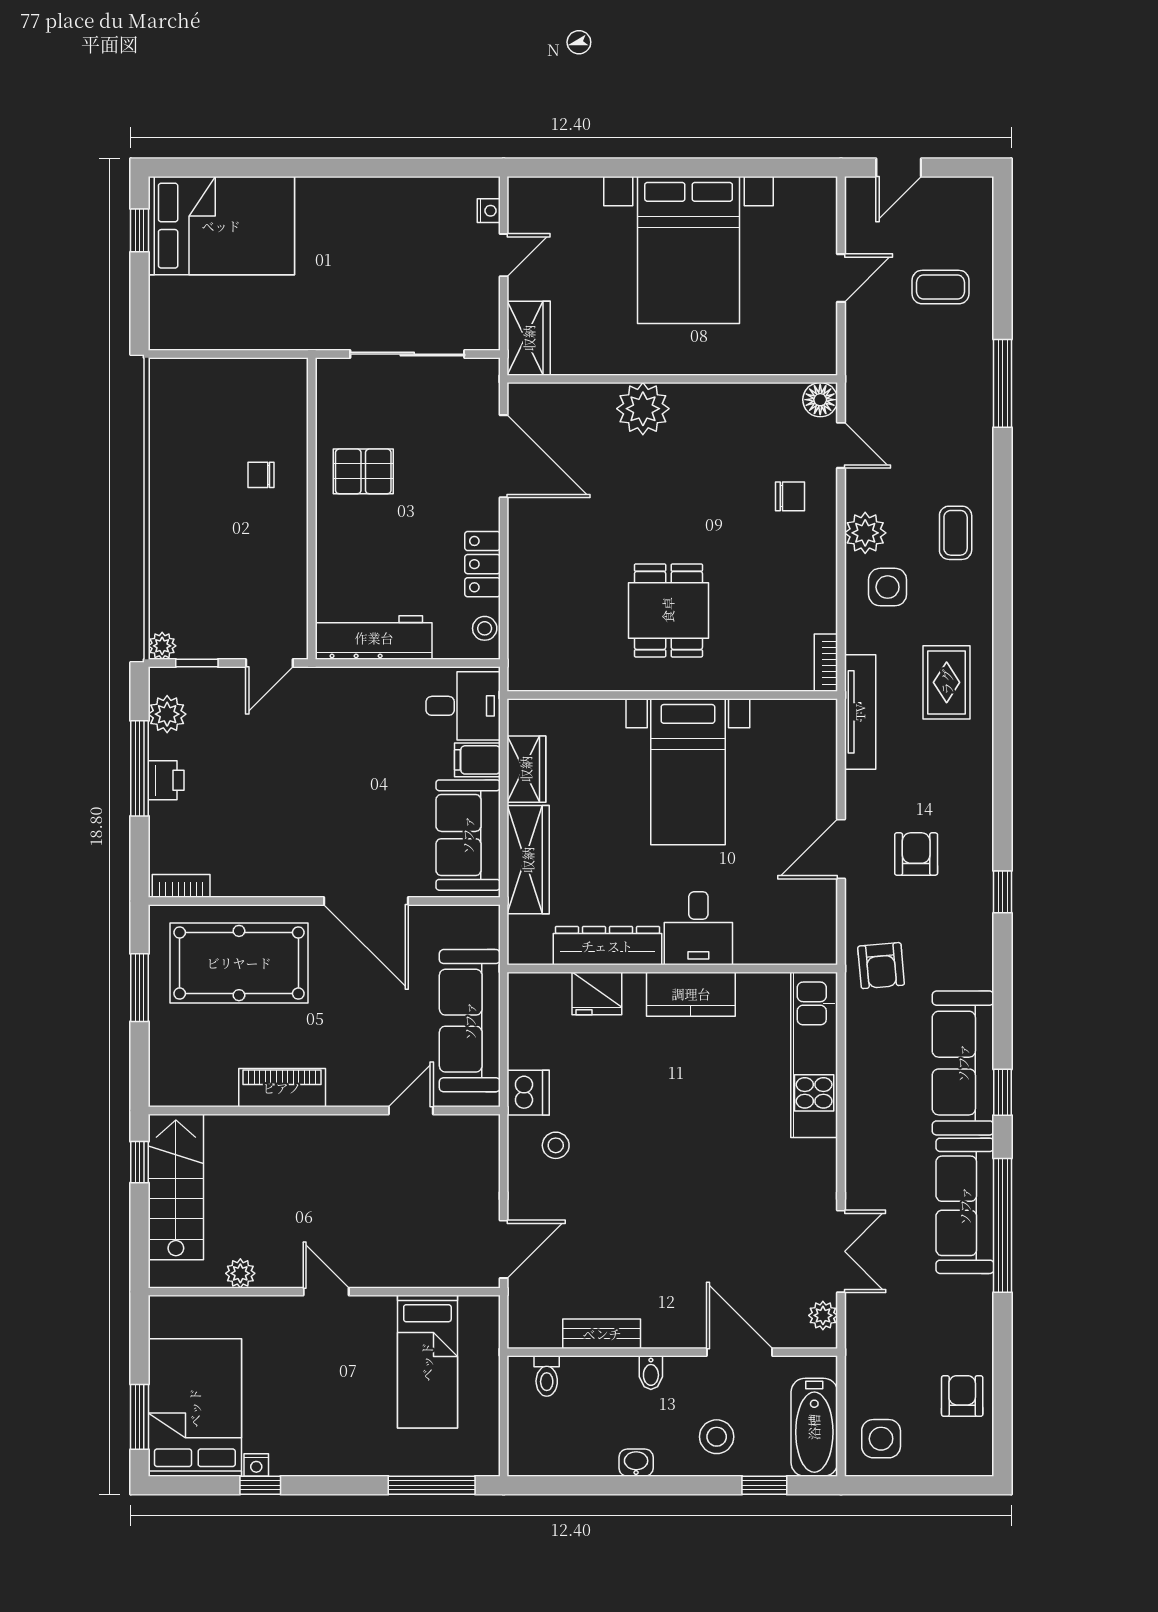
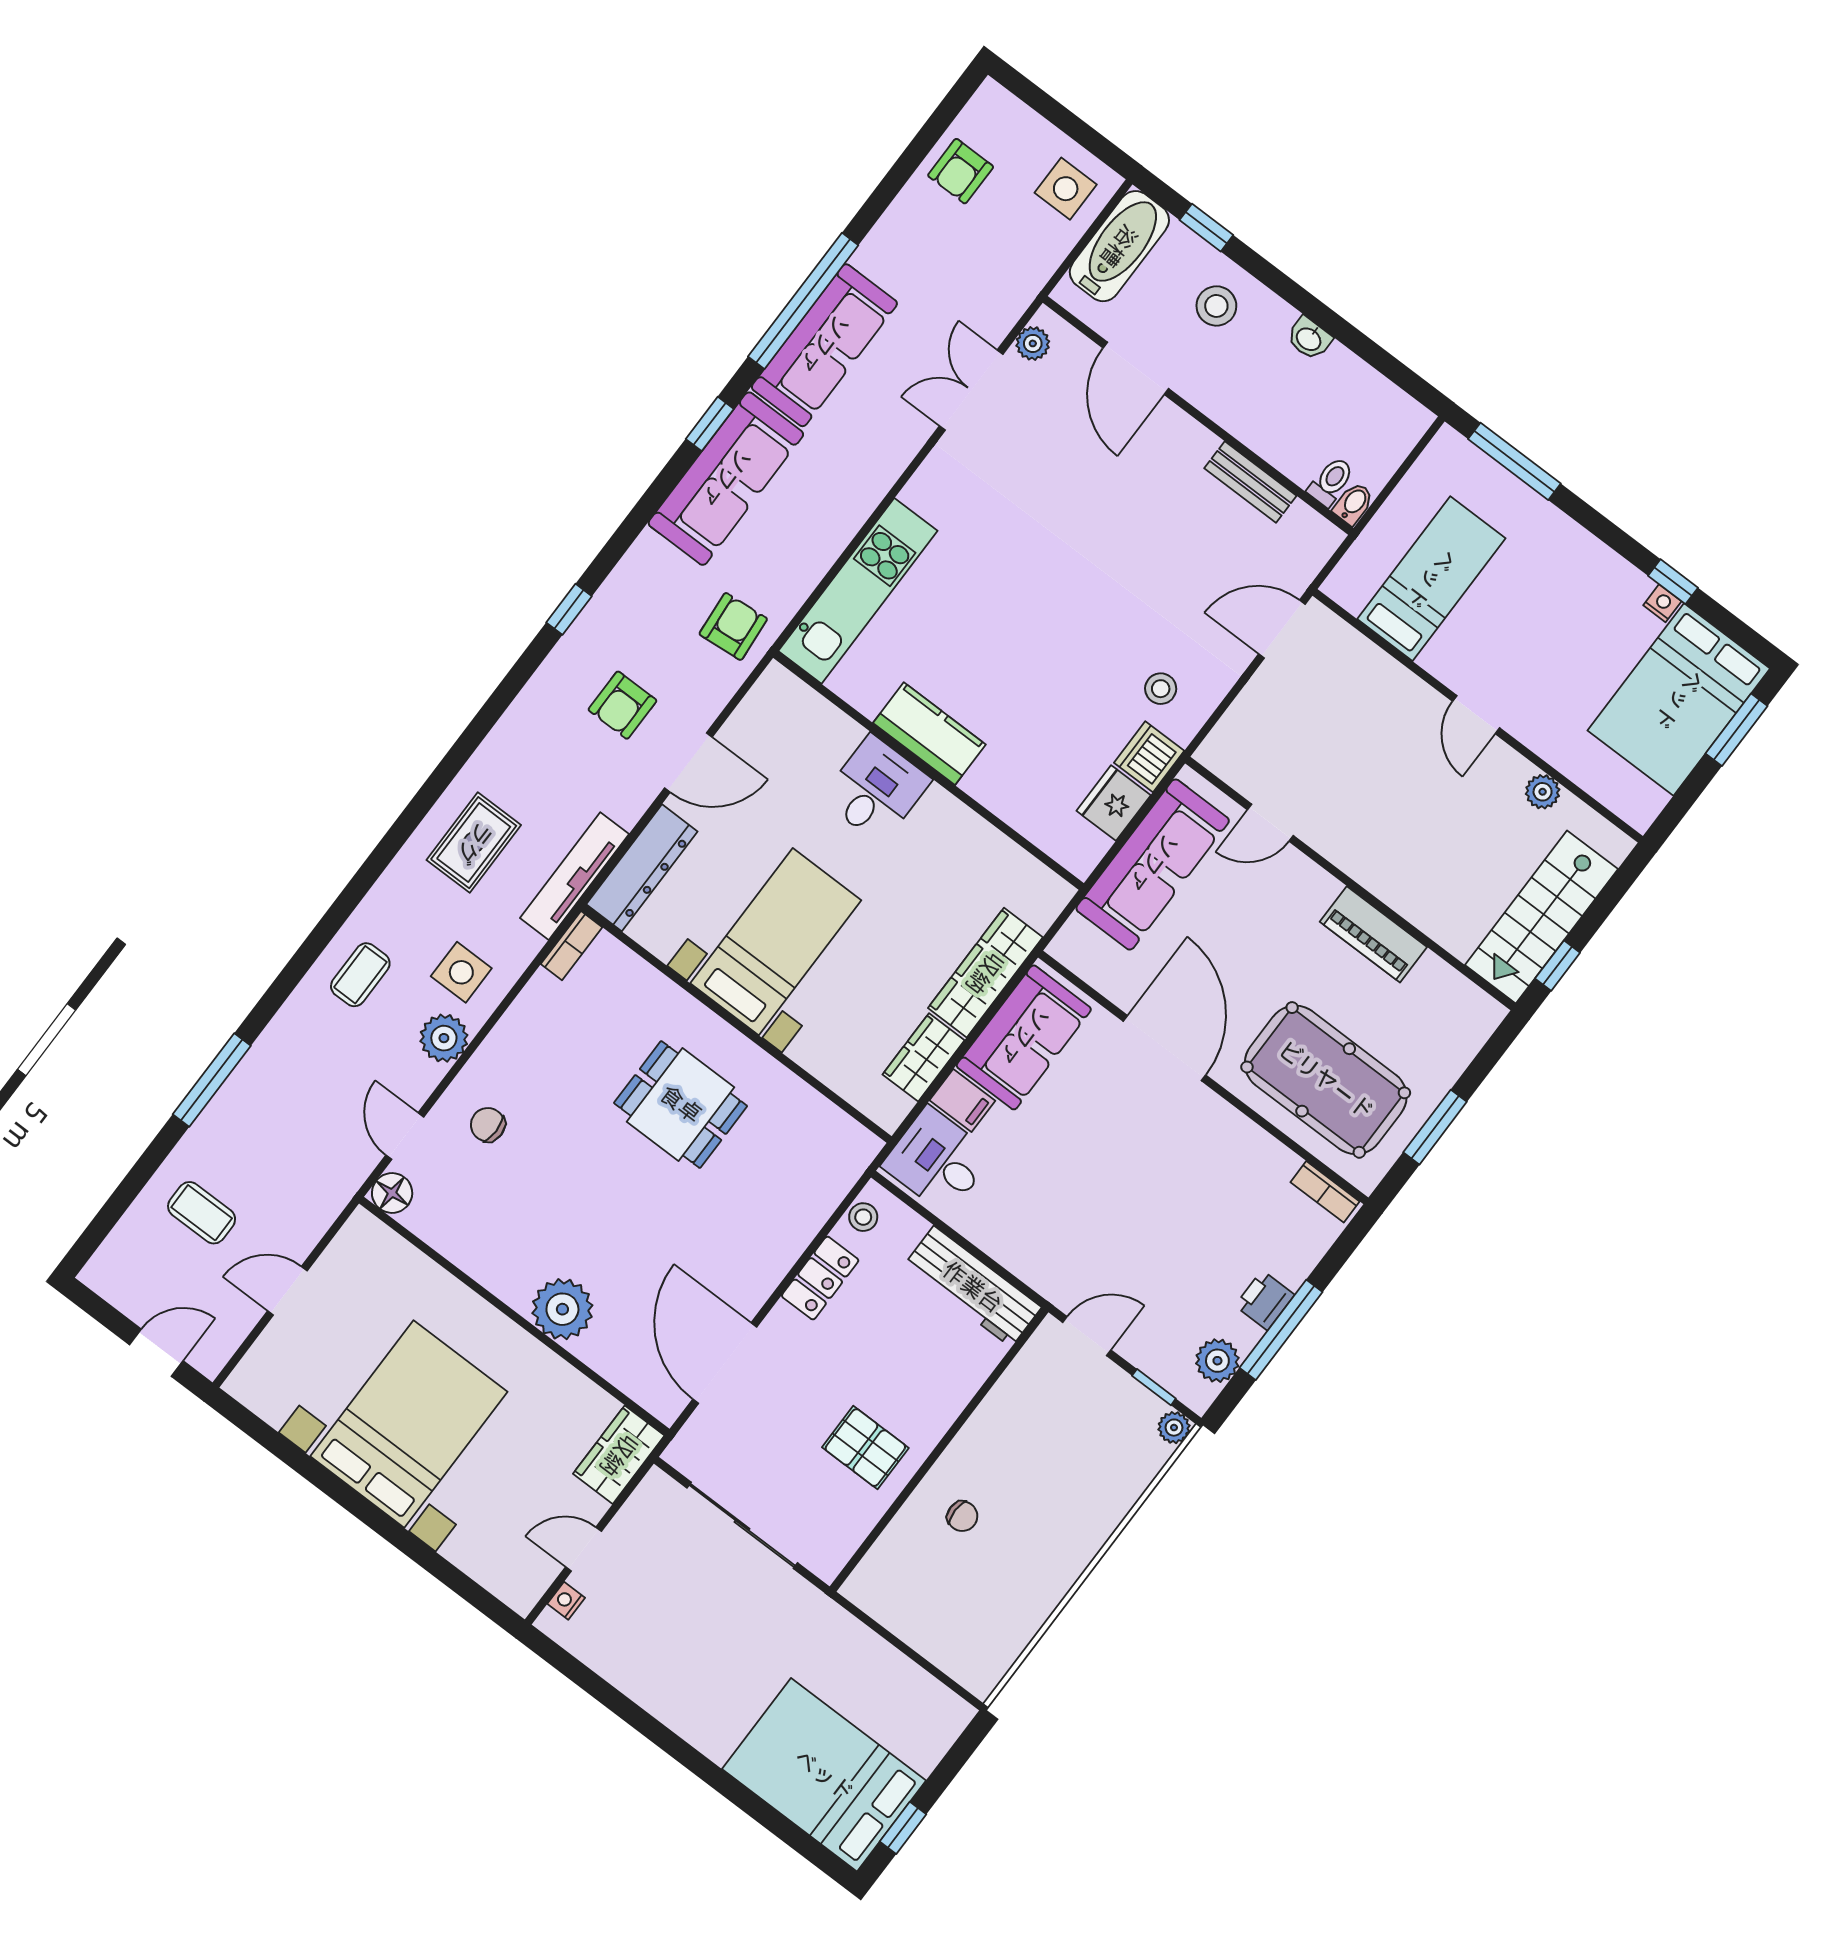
dining table: (668, 610) -> (681, 1104), turned 90
dresser: (607, 946) -> (642, 868), moved, turned -90
fridge: (597, 993) -> (1114, 803), moved, turned -90
bidet: (651, 1373) -> (1353, 504), moved

